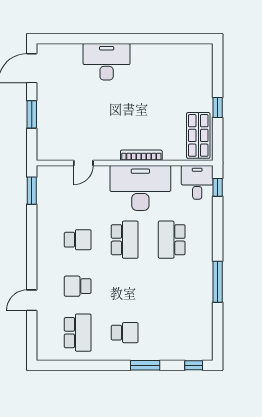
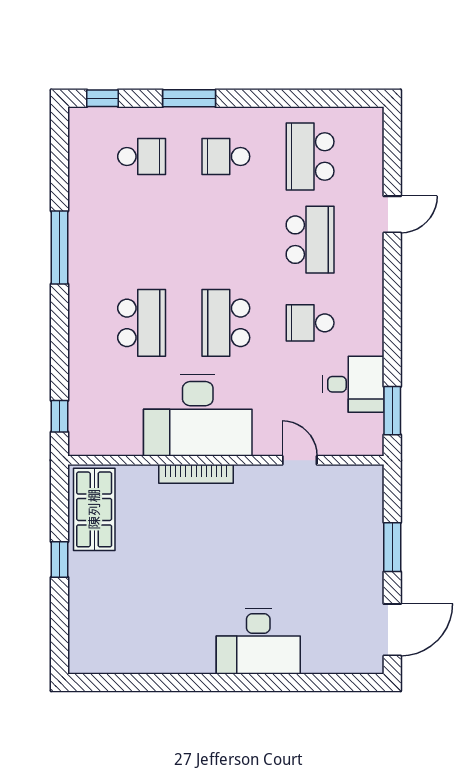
door: (83, 163) -> (300, 460), hinge flipped
desk: (197, 182) -> (353, 384), moved, turned -90
school desk: (78, 286) -> (310, 240), width x1.85
school desk: (172, 333) -> (142, 156), added

